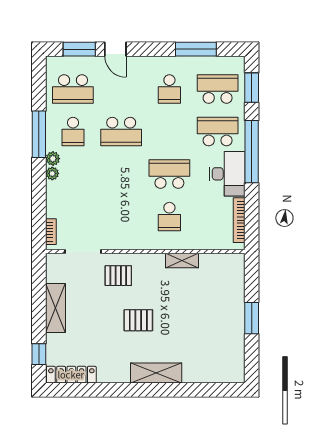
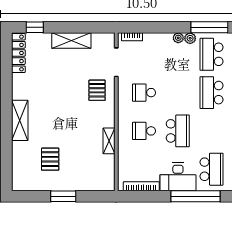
school desk: (73, 132) -> (212, 54), width x1.85
school desk: (121, 217) -> (144, 93), added
pallet: (138, 320) -> (50, 159), moved

